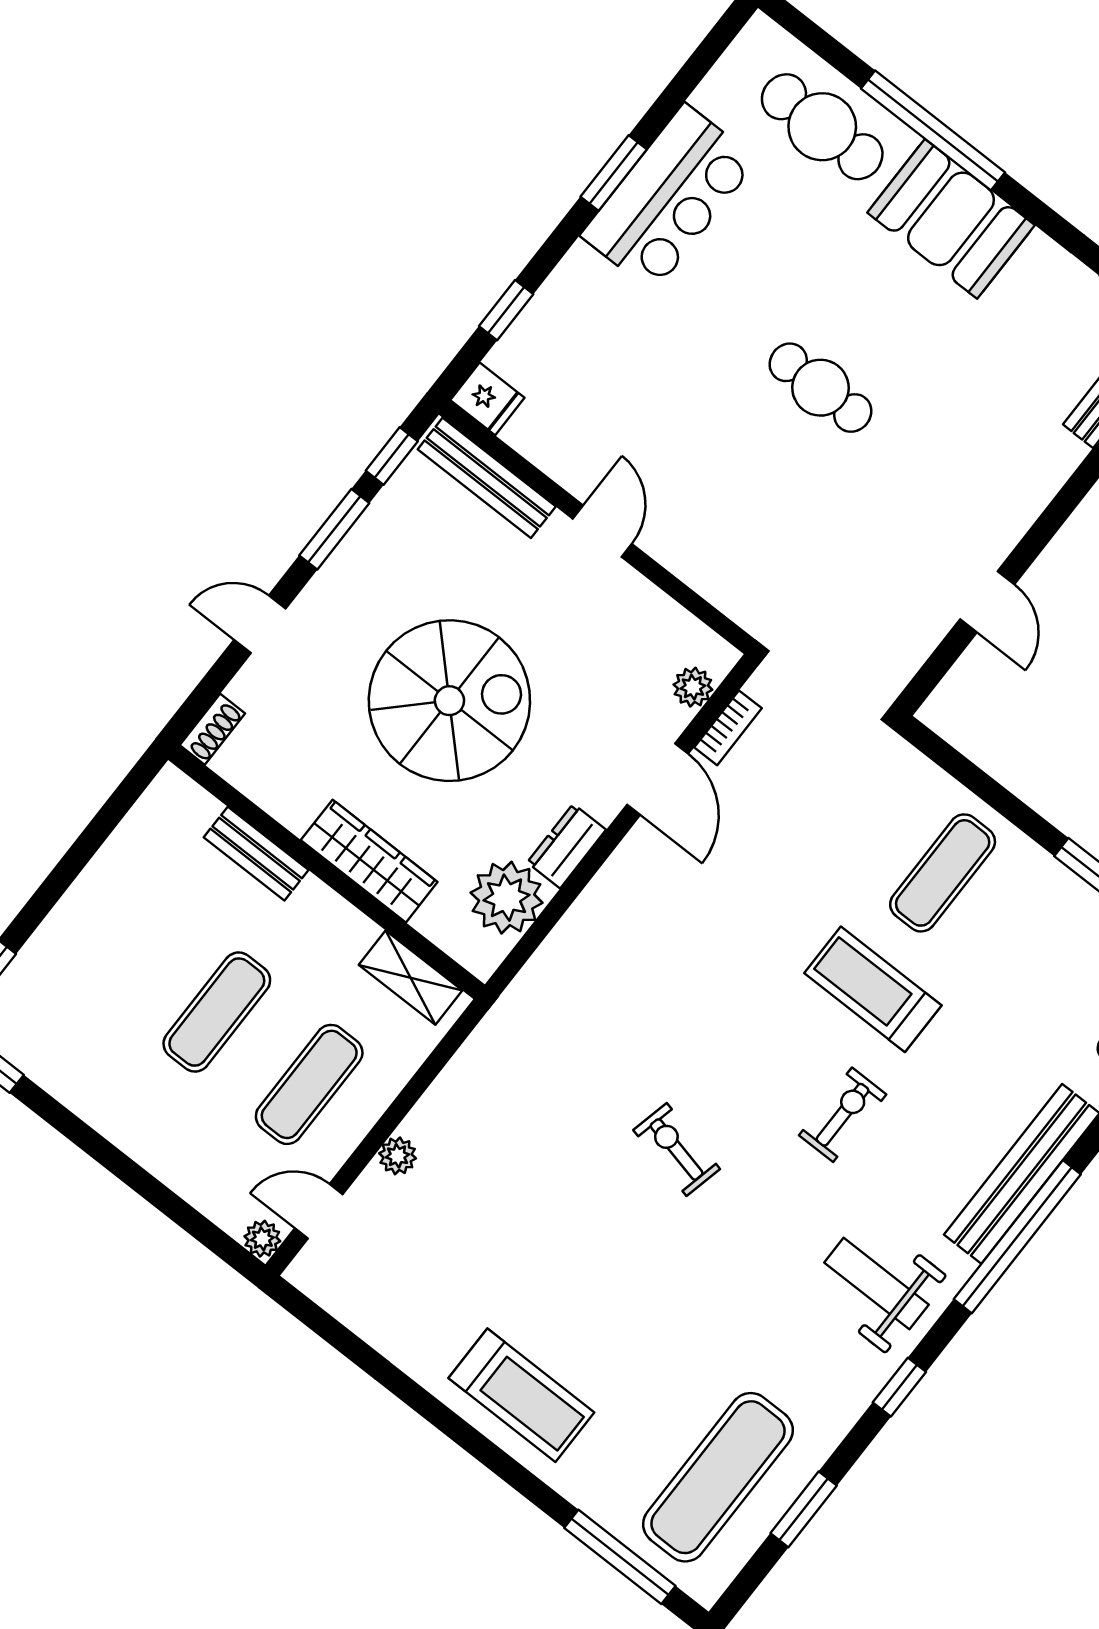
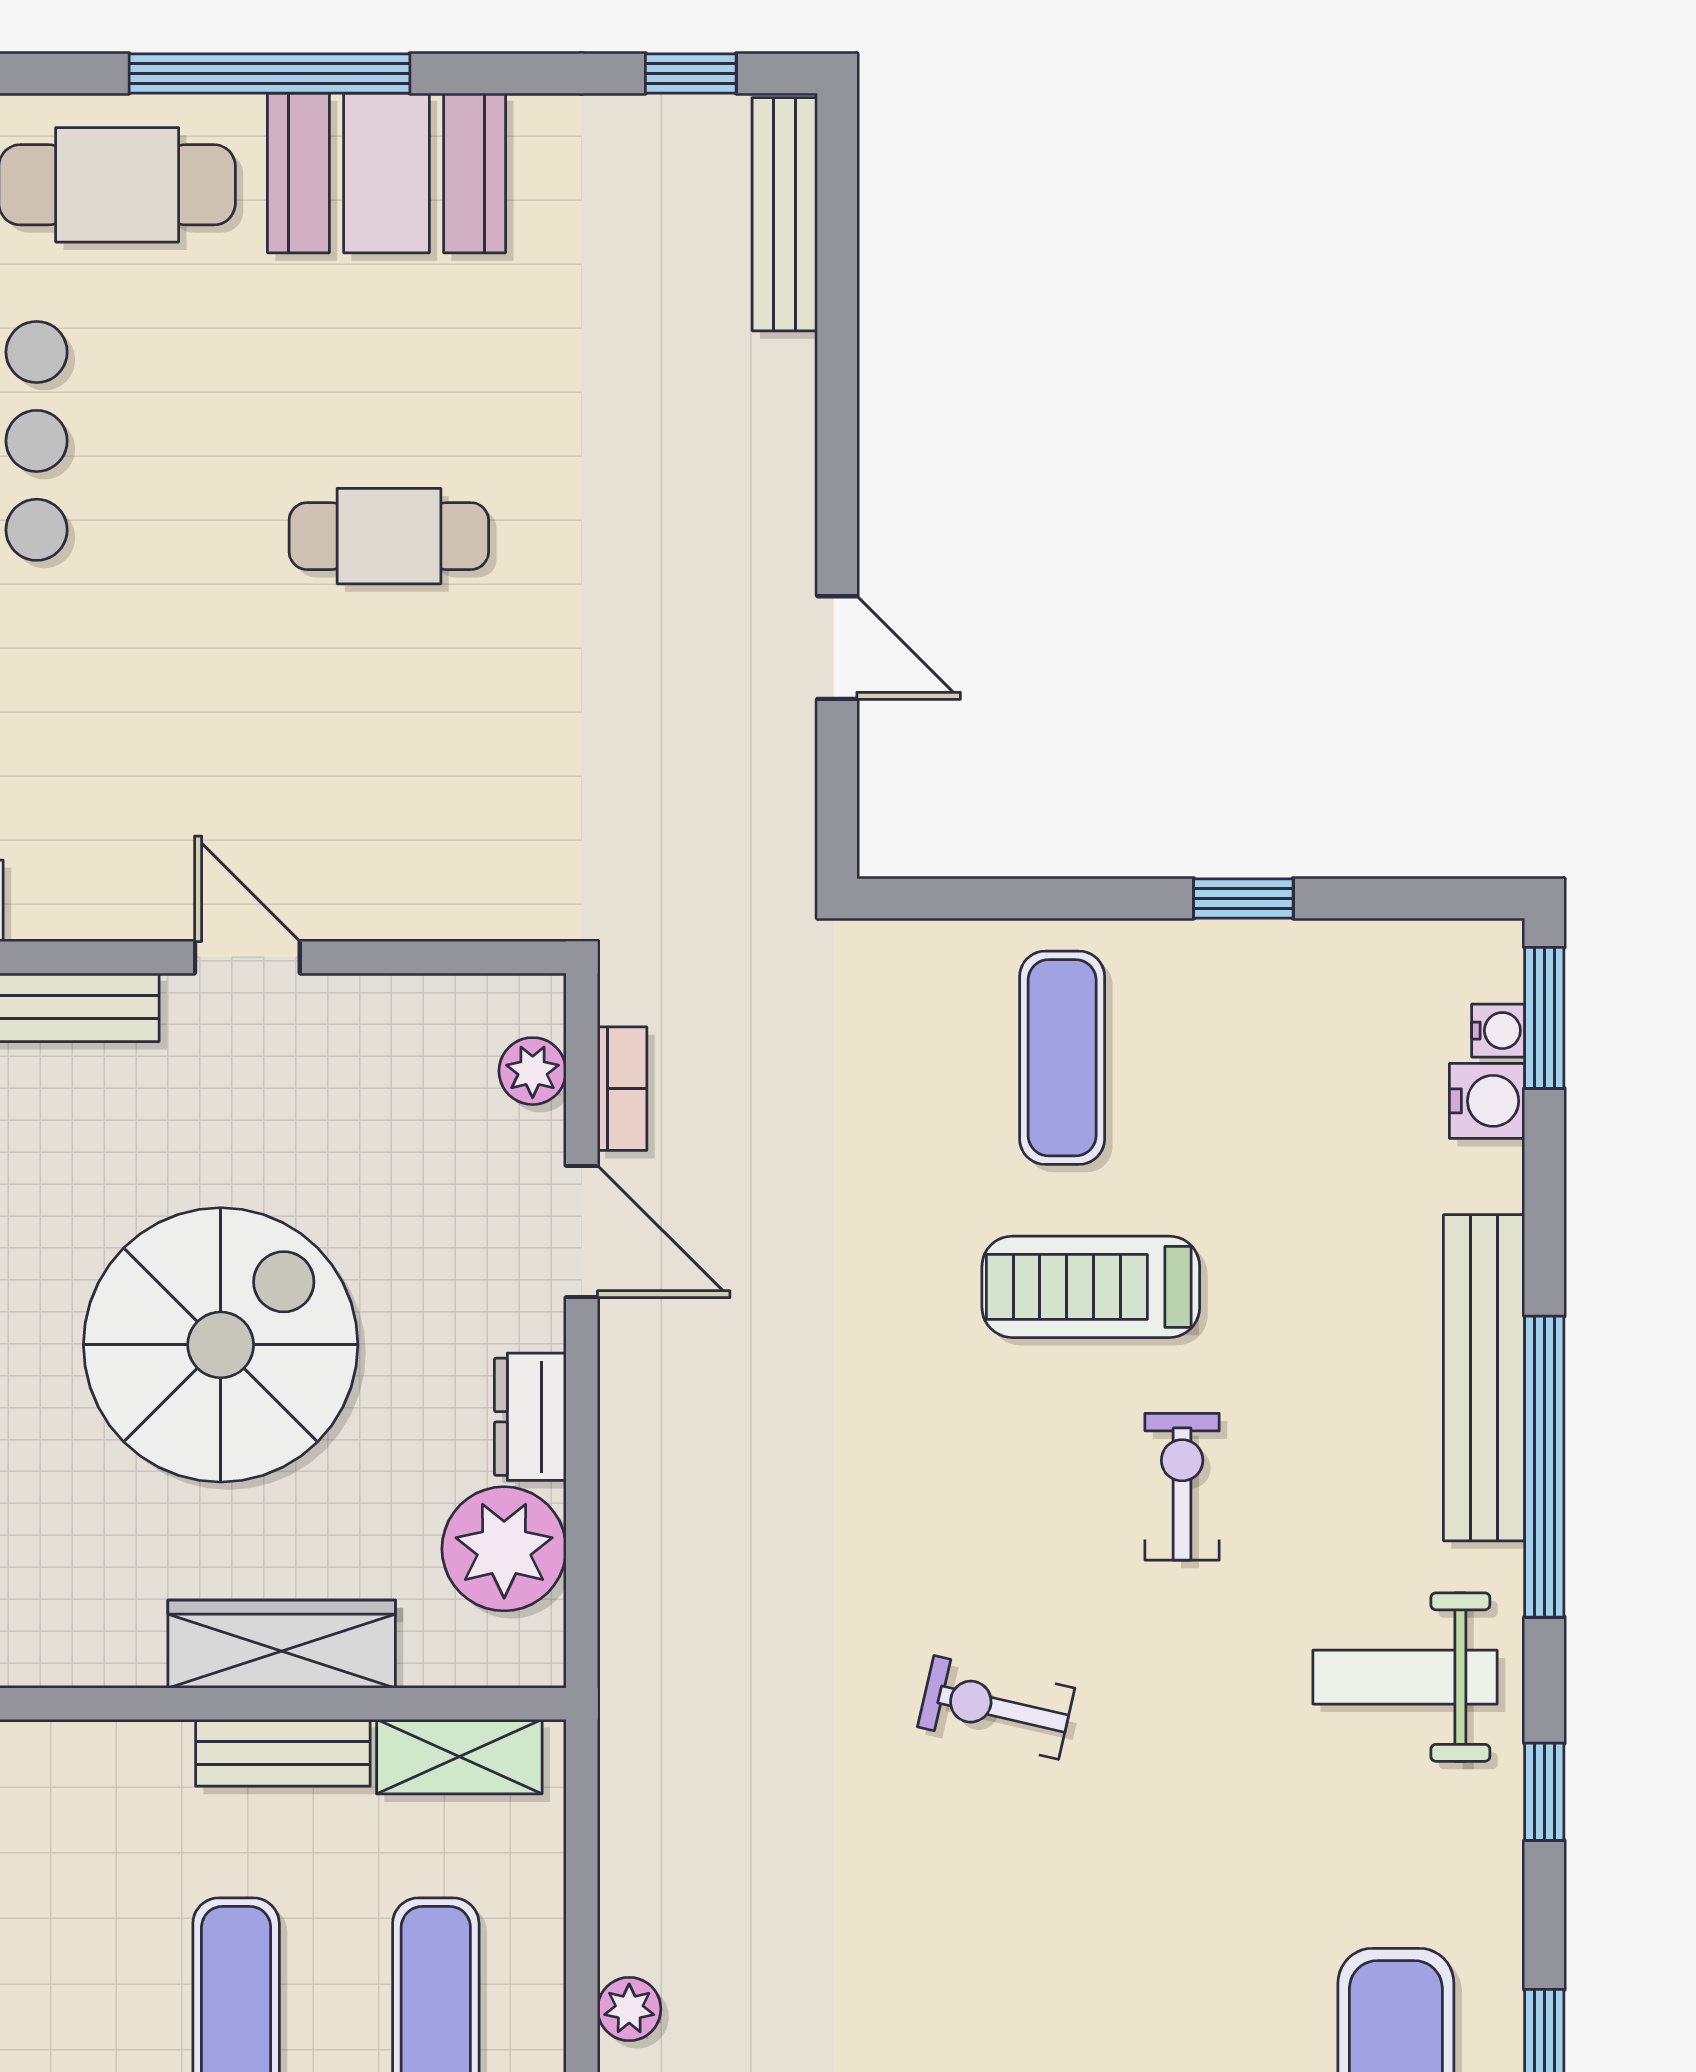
bench: (256, 854) -> (283, 1753), moved

